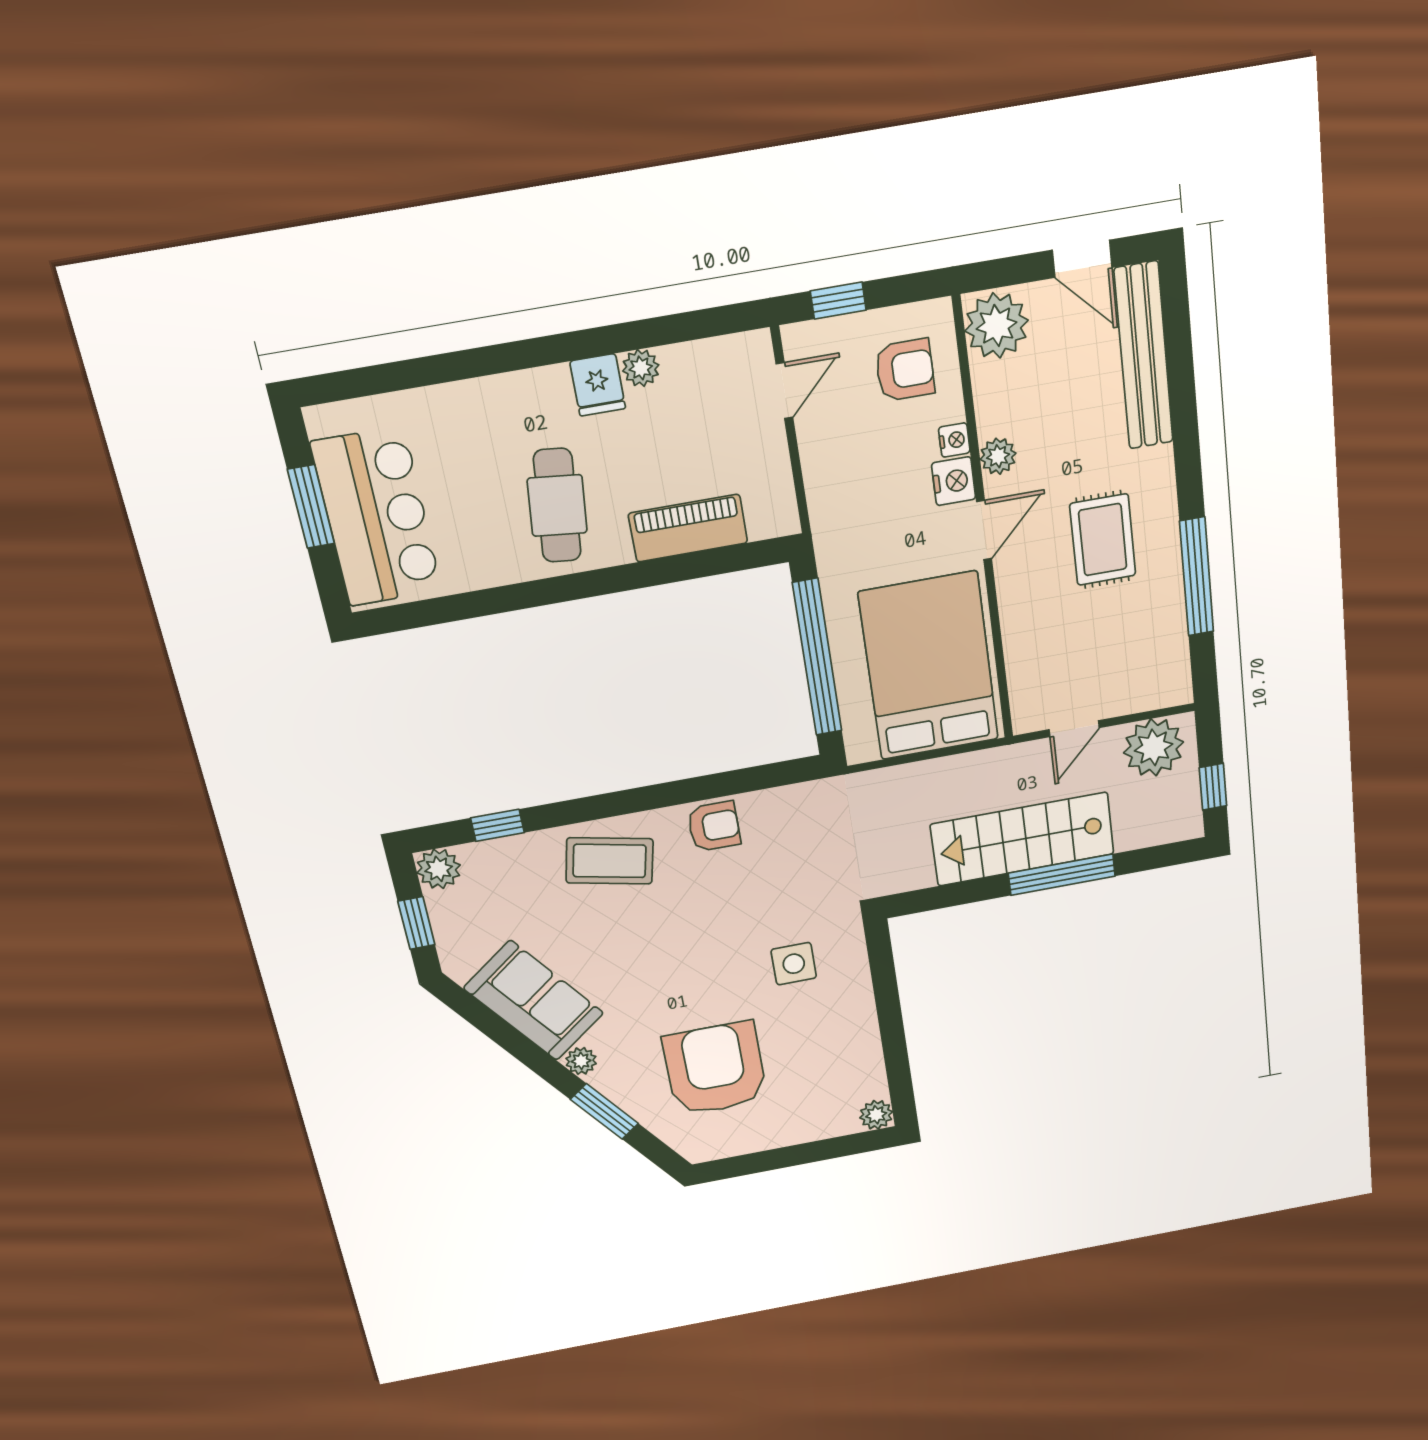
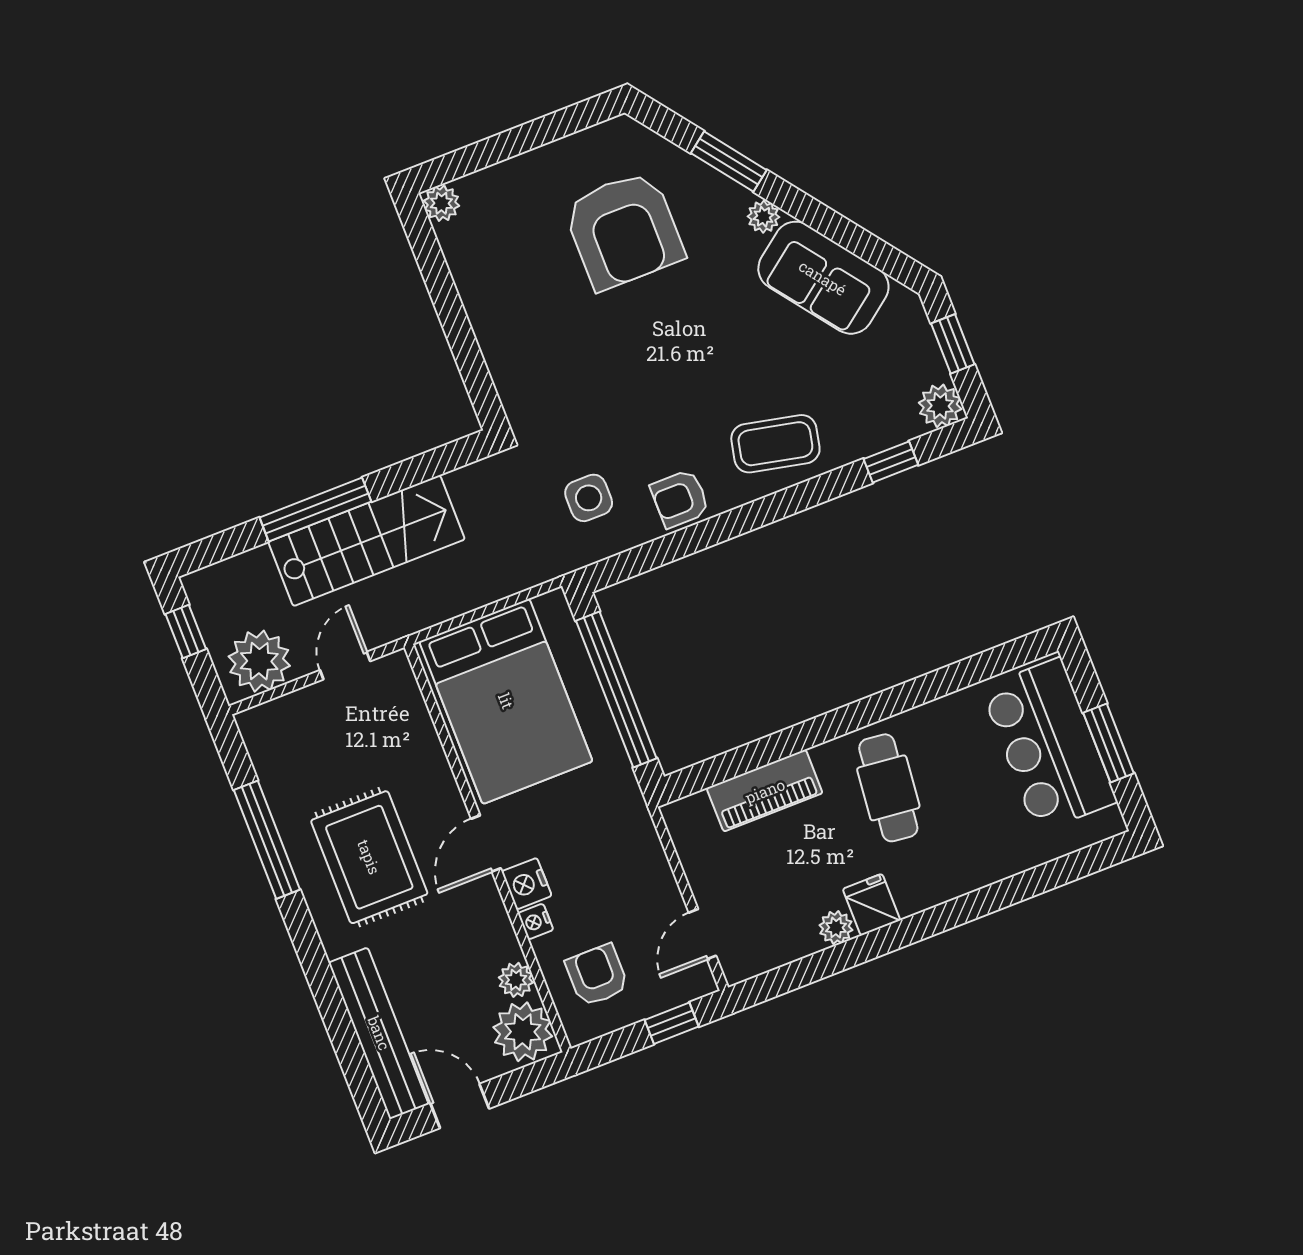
armchair: (905, 370) -> (597, 975), turned 90
plant: (998, 456) -> (516, 980), moved
rug: (1103, 540) -> (369, 857), width x1.36, depth x1.43
side table: (794, 964) -> (589, 498), moved

